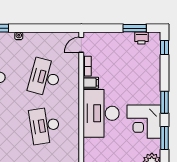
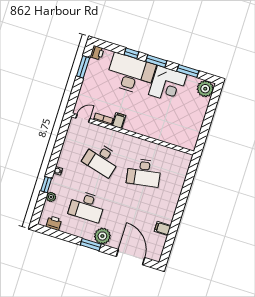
printer: (141, 38) -> (97, 53), moved
door: (81, 45) -> (83, 118), swing flipped
window: (165, 48) -> (131, 53), moved
desk: (101, 113) -> (131, 74), moved, turned 180

